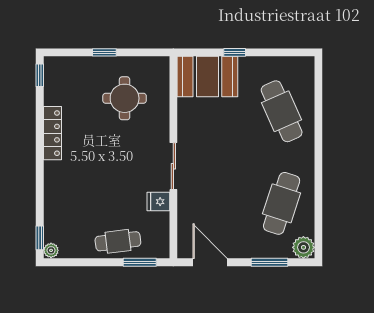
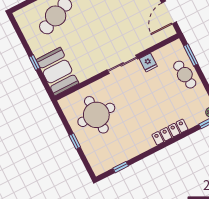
window: (40, 75) -> (121, 167), moved
round table: (125, 98) -> (96, 115), width x1.36, depth x1.36
locker: (53, 133) -> (170, 132), moved

